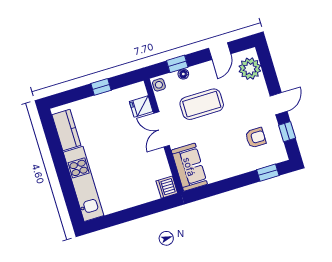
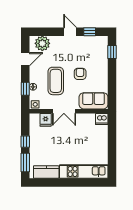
door: (220, 51) -> (25, 59), hinge flipped
window: (71, 96) -> (25, 162), added
armchair: (256, 138) -> (80, 74), moved

